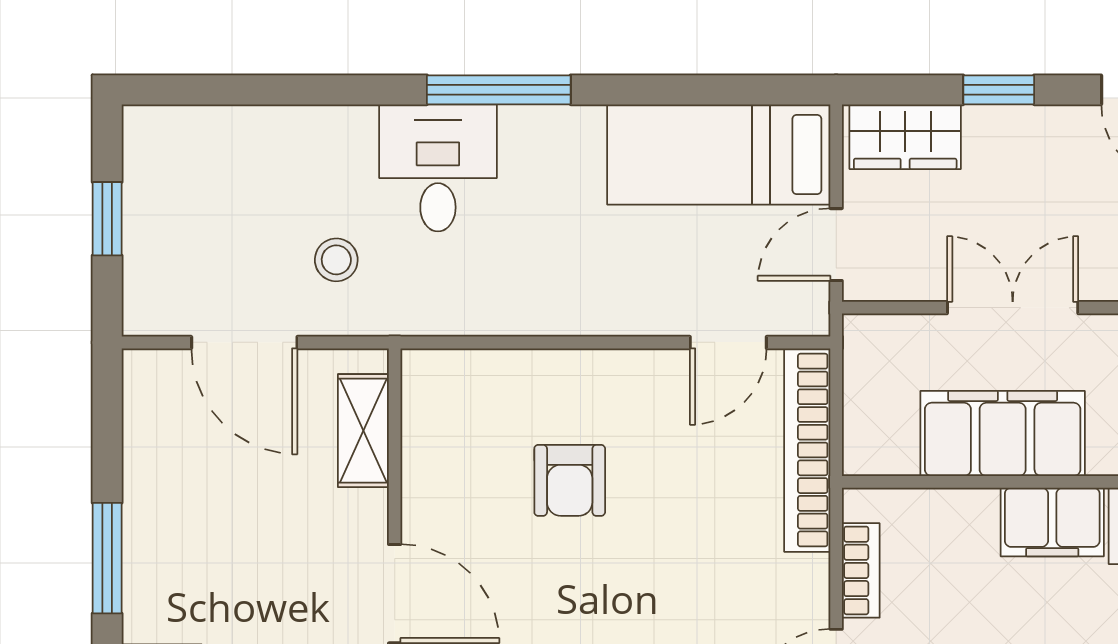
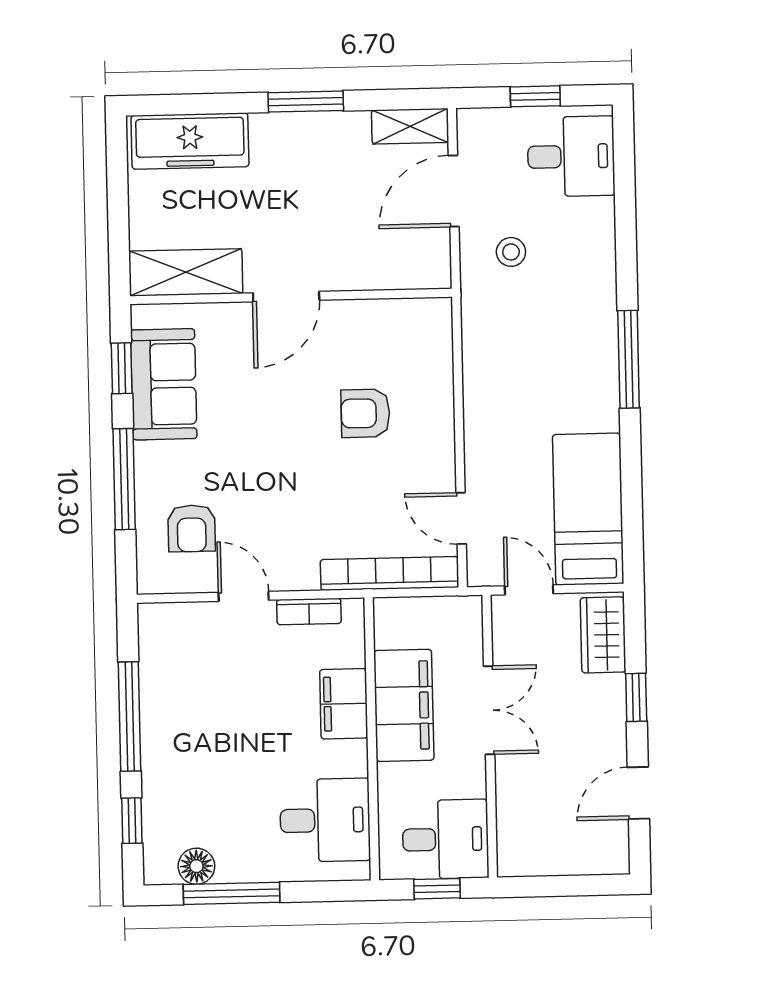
desk: (438, 168) -> (571, 156), moved
shelving: (363, 431) -> (410, 126), moved
filing cabinet: (1052, 522) -> (344, 704), moved

